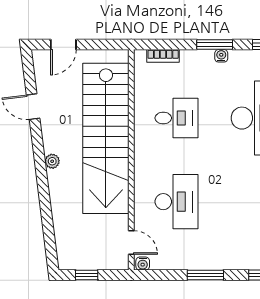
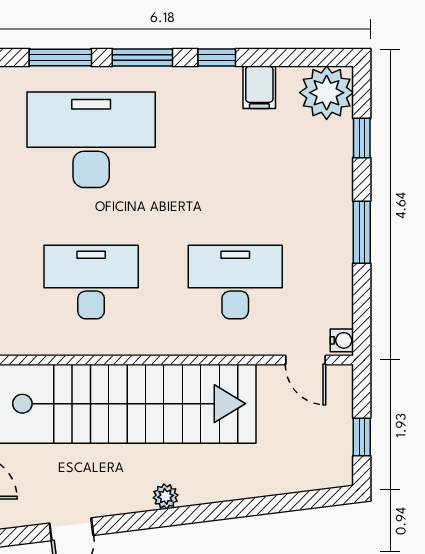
desk: (177, 118) -> (91, 282), width x1.37
door: (131, 242) -> (305, 360), swing flipped

